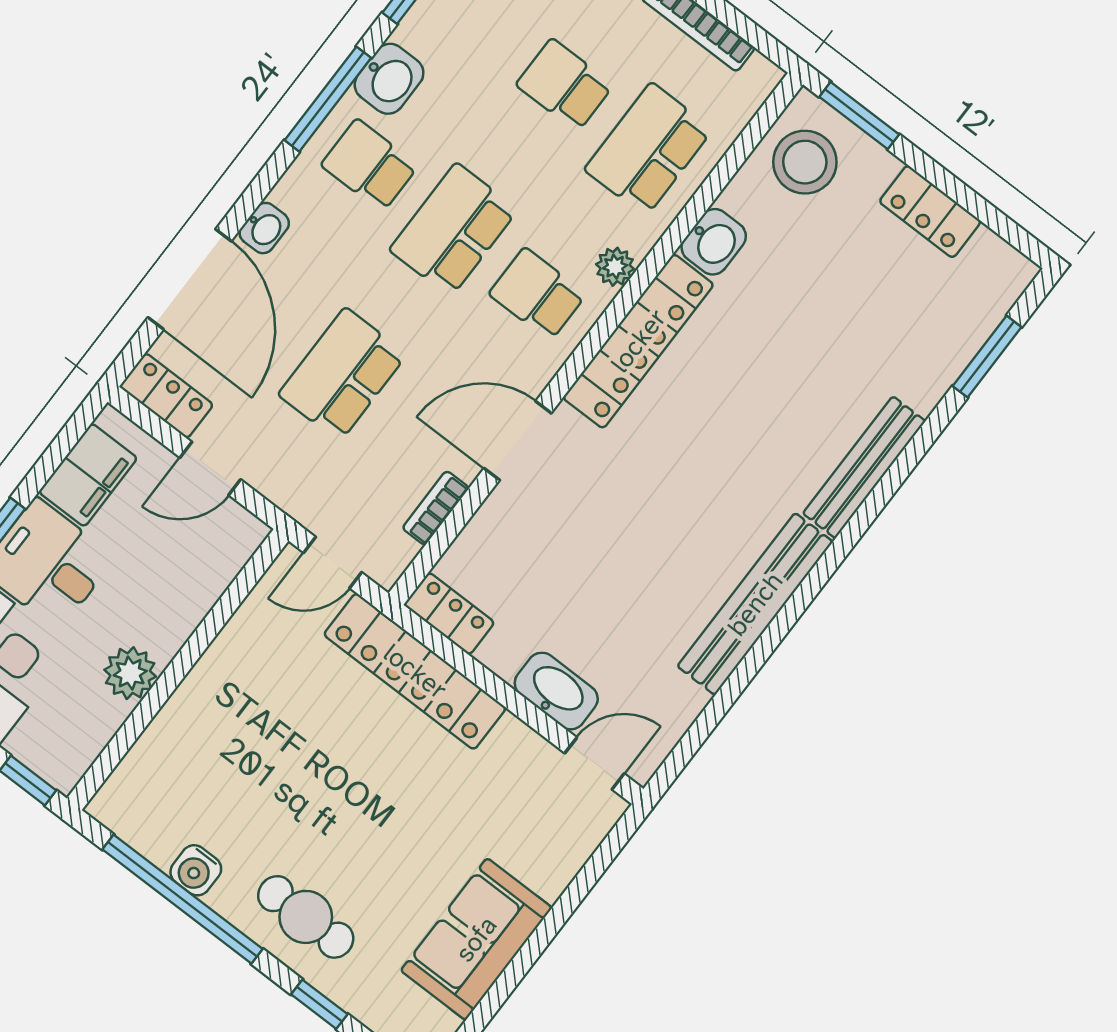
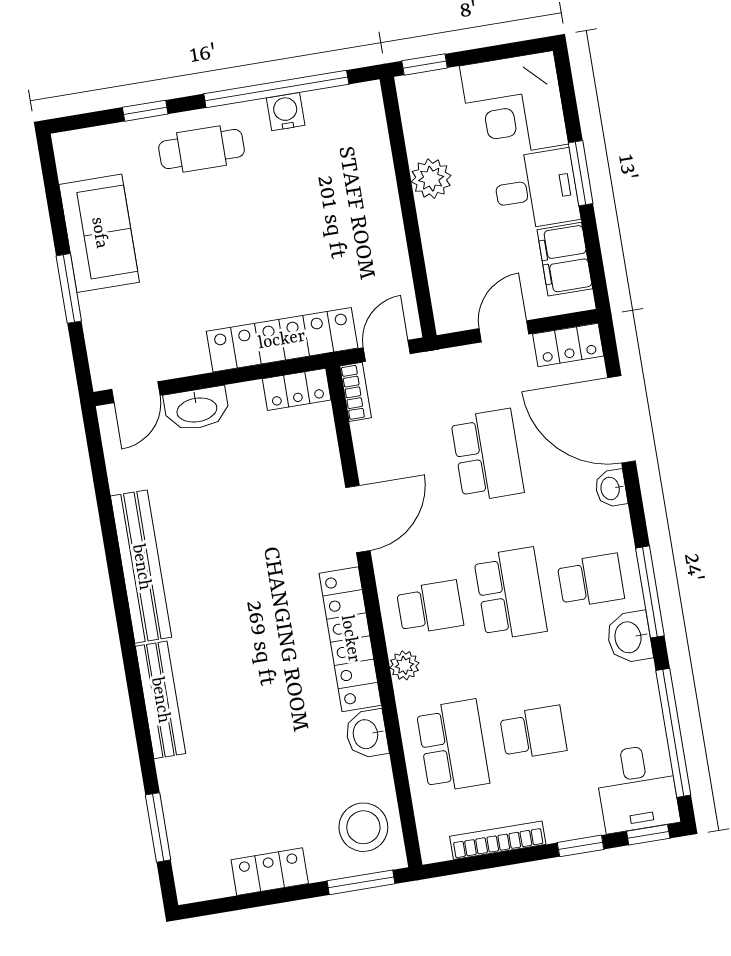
bookcase: (436, 508) -> (356, 392), moved
window: (556, 919) -> (69, 288), added

